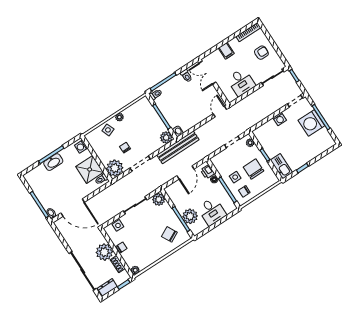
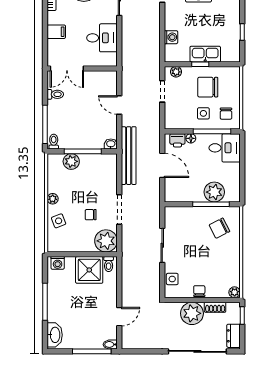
door: (220, 112) -> (119, 105), moved
washing machine: (280, 119) -> (171, 37), moved
plant: (166, 137) -> (71, 161), moved
washbasin: (53, 162) -> (55, 335), moved
kitchen sink: (281, 166) -> (205, 54), moved
plant: (159, 199) -> (173, 215), removed
door: (73, 208) -> (119, 317), width x0.53
desk: (212, 211) -> (225, 148), moved

